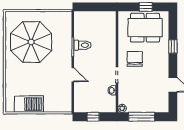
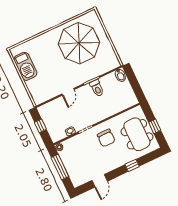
bidet: (81, 17) -> (120, 75), added
chair: (135, 59) -> (106, 138), turned 90

